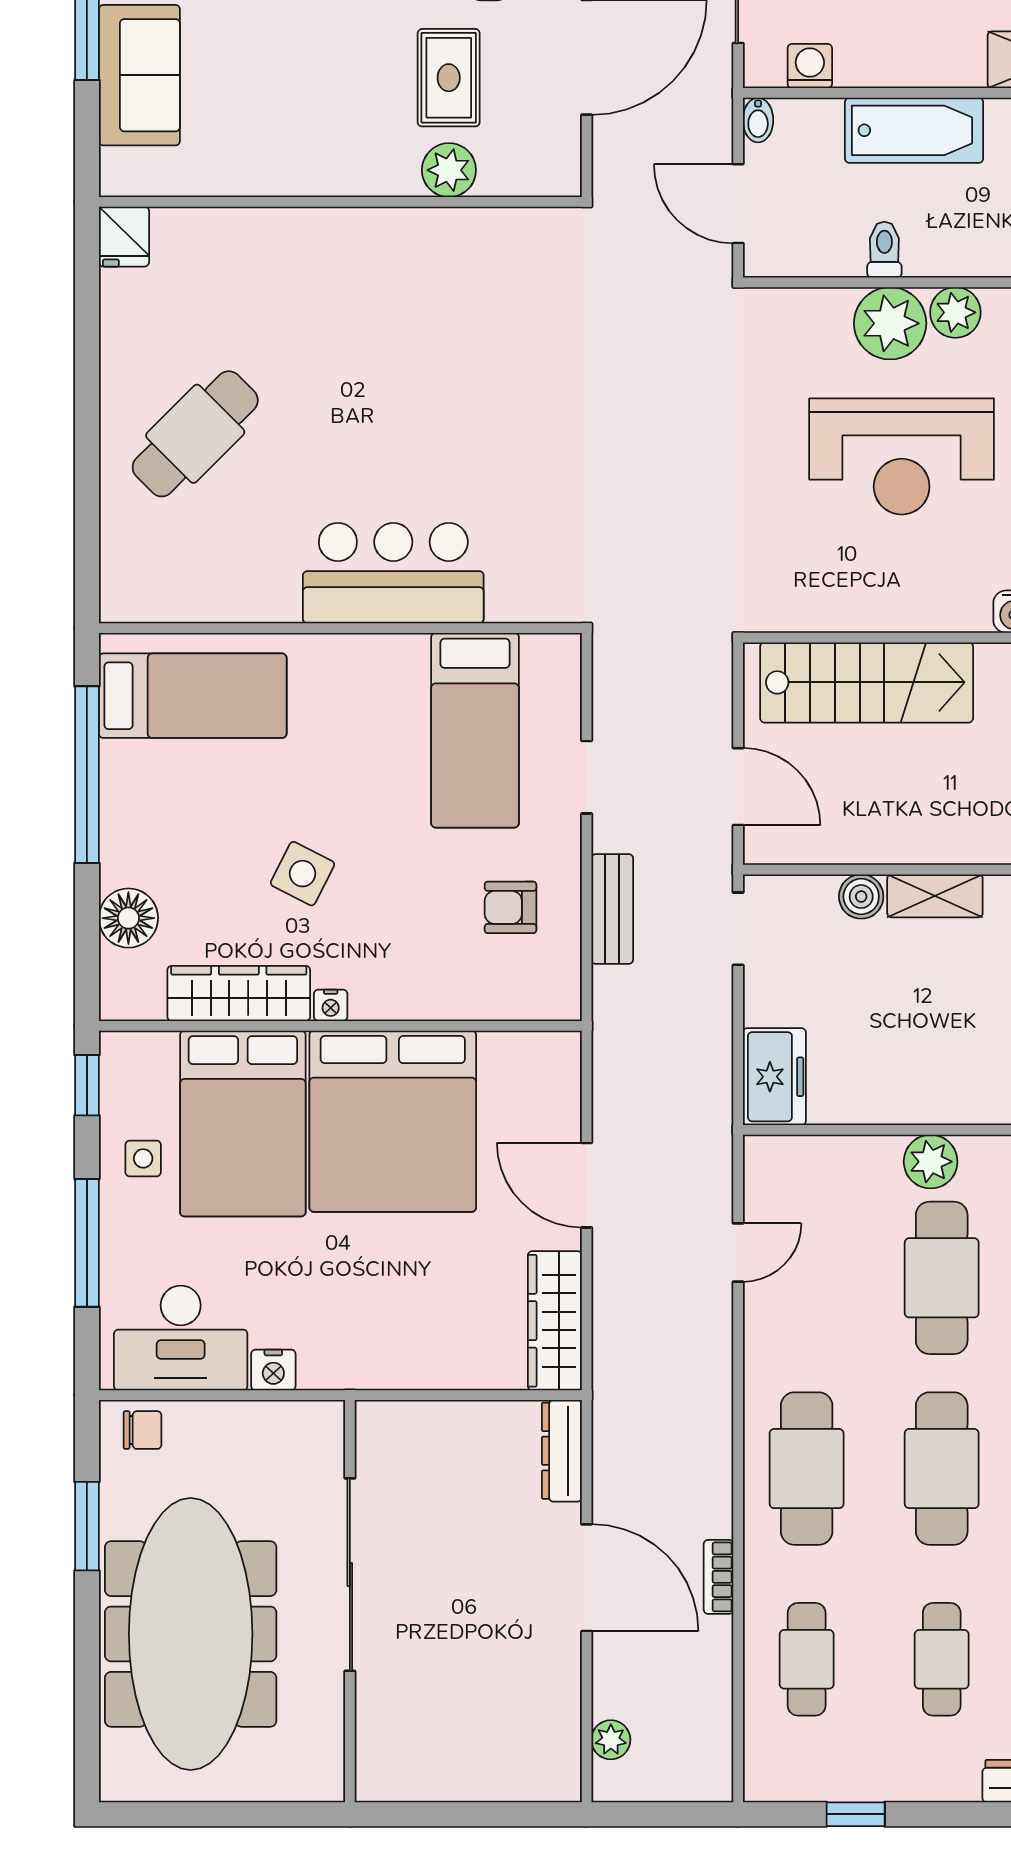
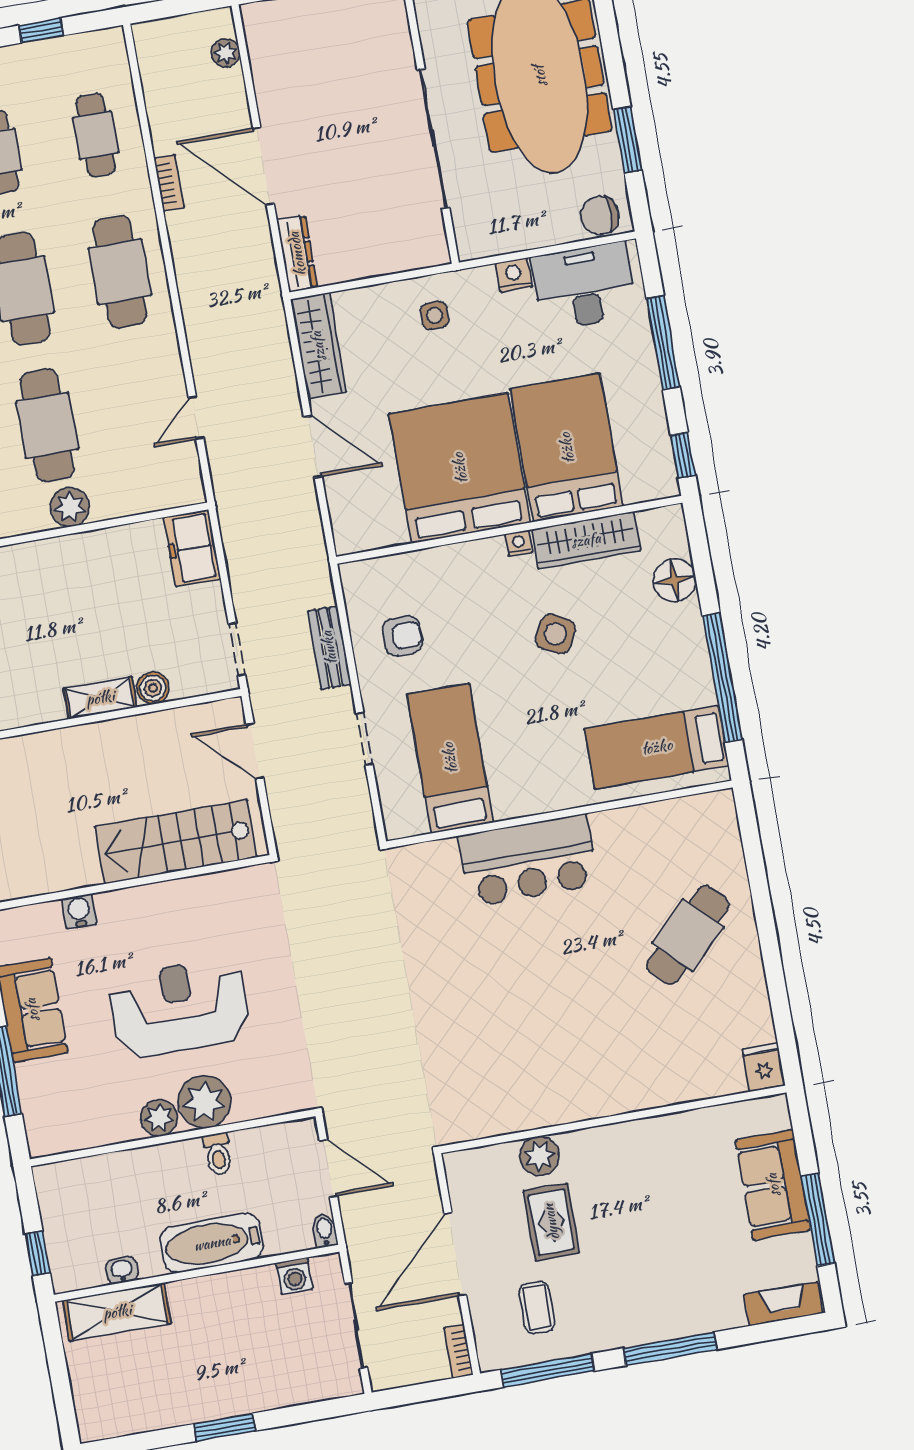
side table: (143, 1158) -> (435, 315), moved
chair: (143, 1430) -> (600, 215), width x1.37, depth x1.37

